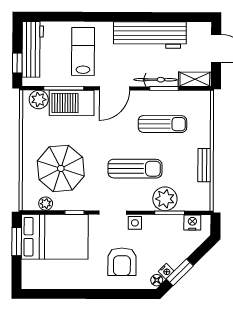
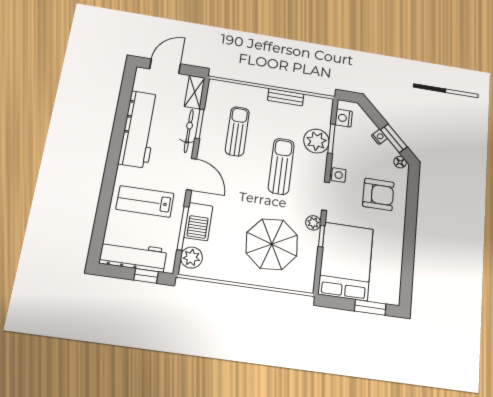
barbecue: (72, 103) -> (198, 222), width x0.73, depth x0.83
plant: (46, 204) -> (313, 223), moved
window: (17, 242) -> (370, 307), moved
nightstand: (166, 271) -> (379, 137), moved

